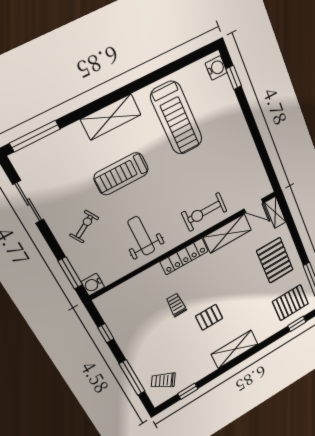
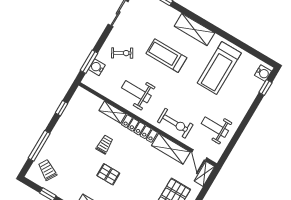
weight bench: (237, 169) -> (215, 127), added
exercise bike: (204, 212) -> (175, 123), turned 180
weight bench: (141, 236) -> (136, 92), turned -90
shelving: (147, 277) -> (113, 112), added
water cooler: (93, 284) -> (97, 67), moved

